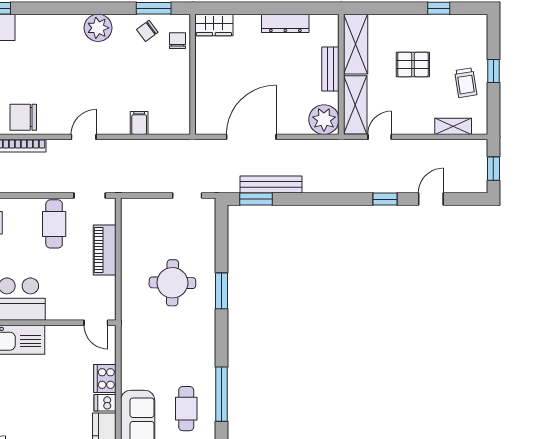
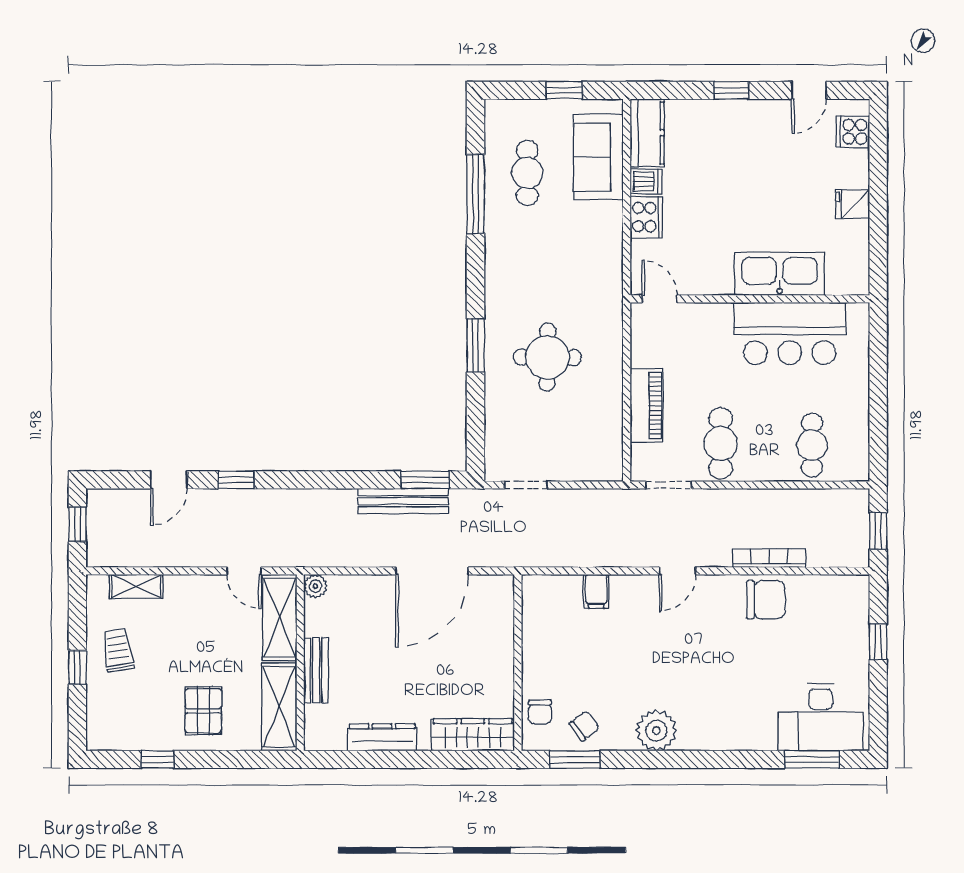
wardrobe: (214, 25) -> (473, 735), width x1.50
pallet: (413, 65) -> (203, 711), moved, turned 90
plant: (324, 120) -> (315, 586), width x0.53, depth x0.53
door: (380, 137) -> (244, 571), hinge flipped

